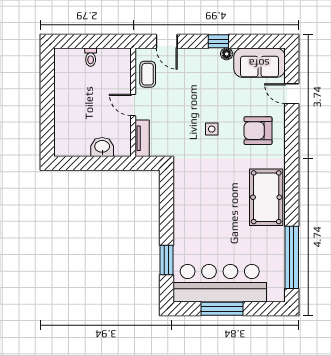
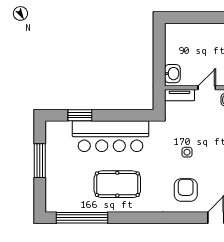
washbasin: (102, 147) -> (172, 74), moved
pool table: (266, 197) -> (117, 184), moved
bar counter: (220, 283) -> (111, 136), moved, turned 90

